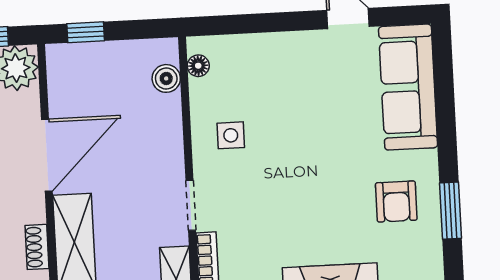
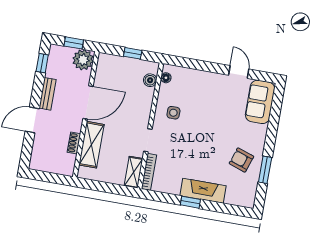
window: (86, 32) -> (133, 53), moved
sofa: (408, 87) -> (260, 102), width x0.73
armchair: (396, 201) -> (241, 160), turned 109

